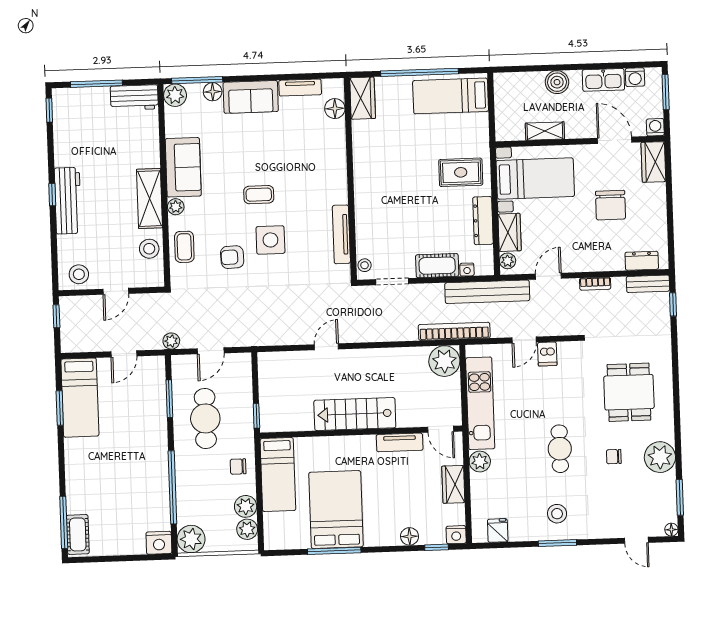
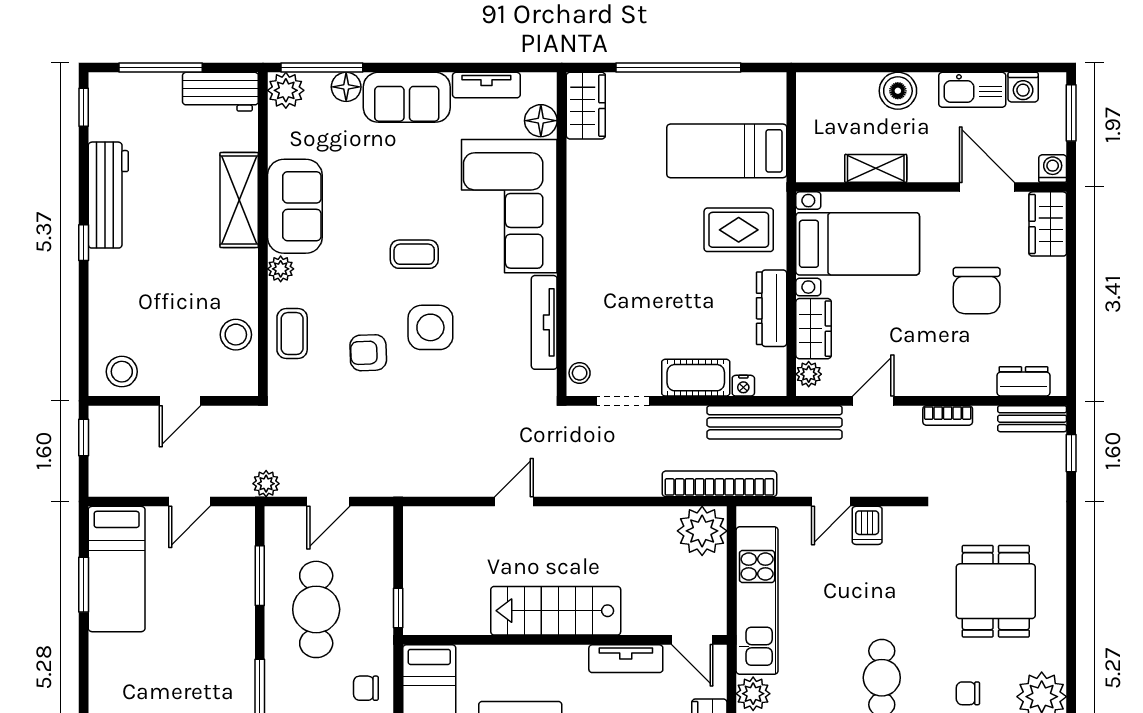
bed: (451, 96) -> (727, 151), moved
corner sofa: (317, 163) -> (509, 206), added
shelving: (149, 199) -> (239, 200), moved
workbench: (68, 201) -> (108, 195), moved

